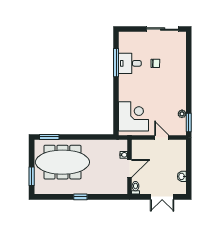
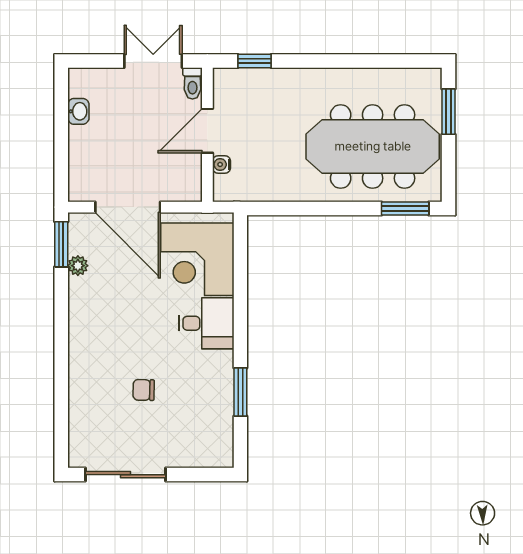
window: (116, 63) -> (240, 392), width x0.69
desk: (130, 63) -> (206, 323), moved
door: (162, 138) -> (128, 207), width x1.87
window: (80, 197) -> (255, 61), moved
double door: (162, 197) -> (153, 61), moved

